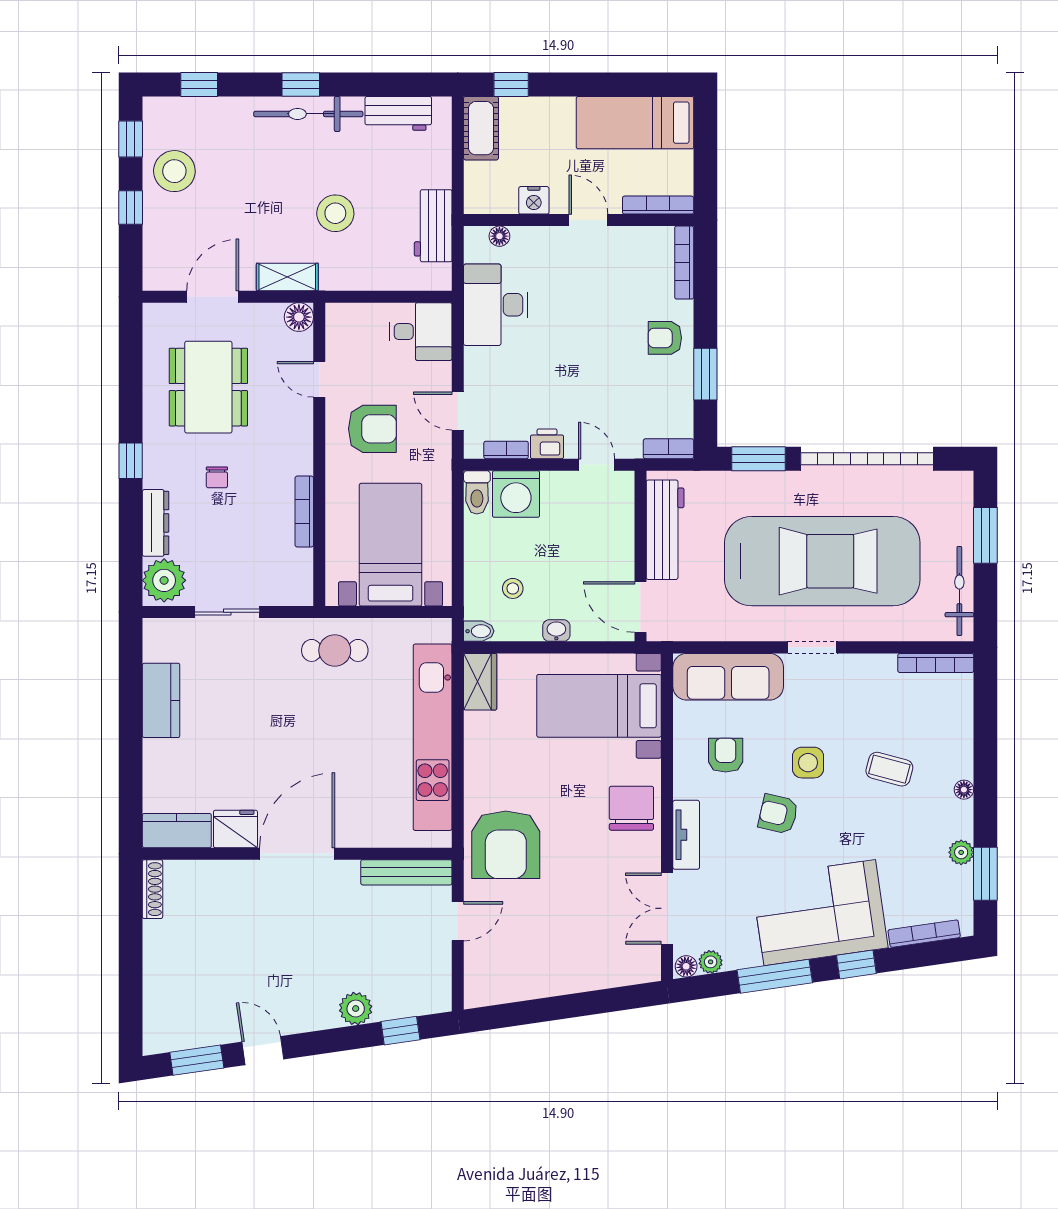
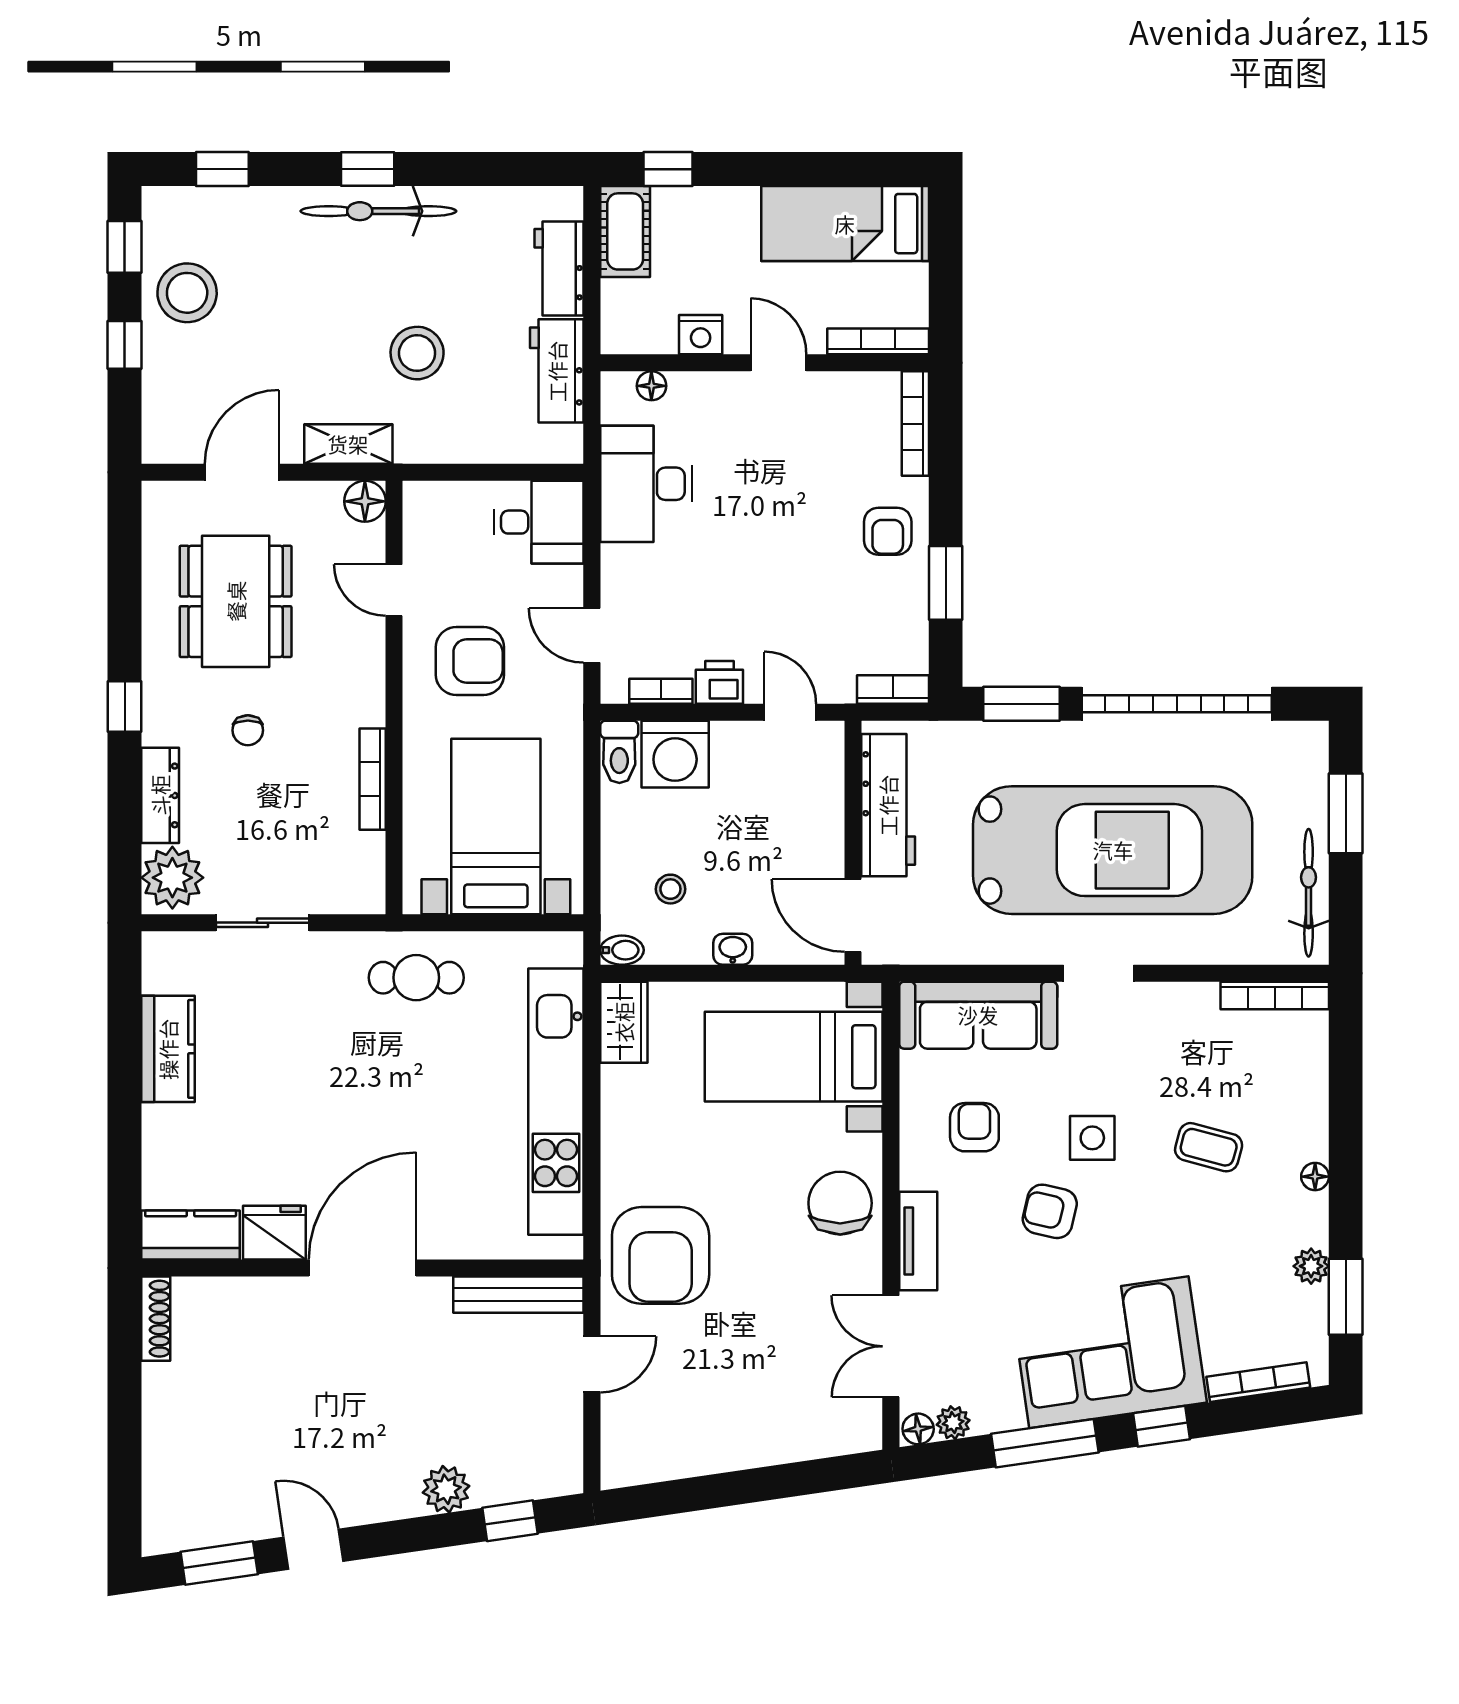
workbench: (398, 113) -> (559, 269), moved, turned 90
armchair: (665, 338) -> (888, 531), turned -90

